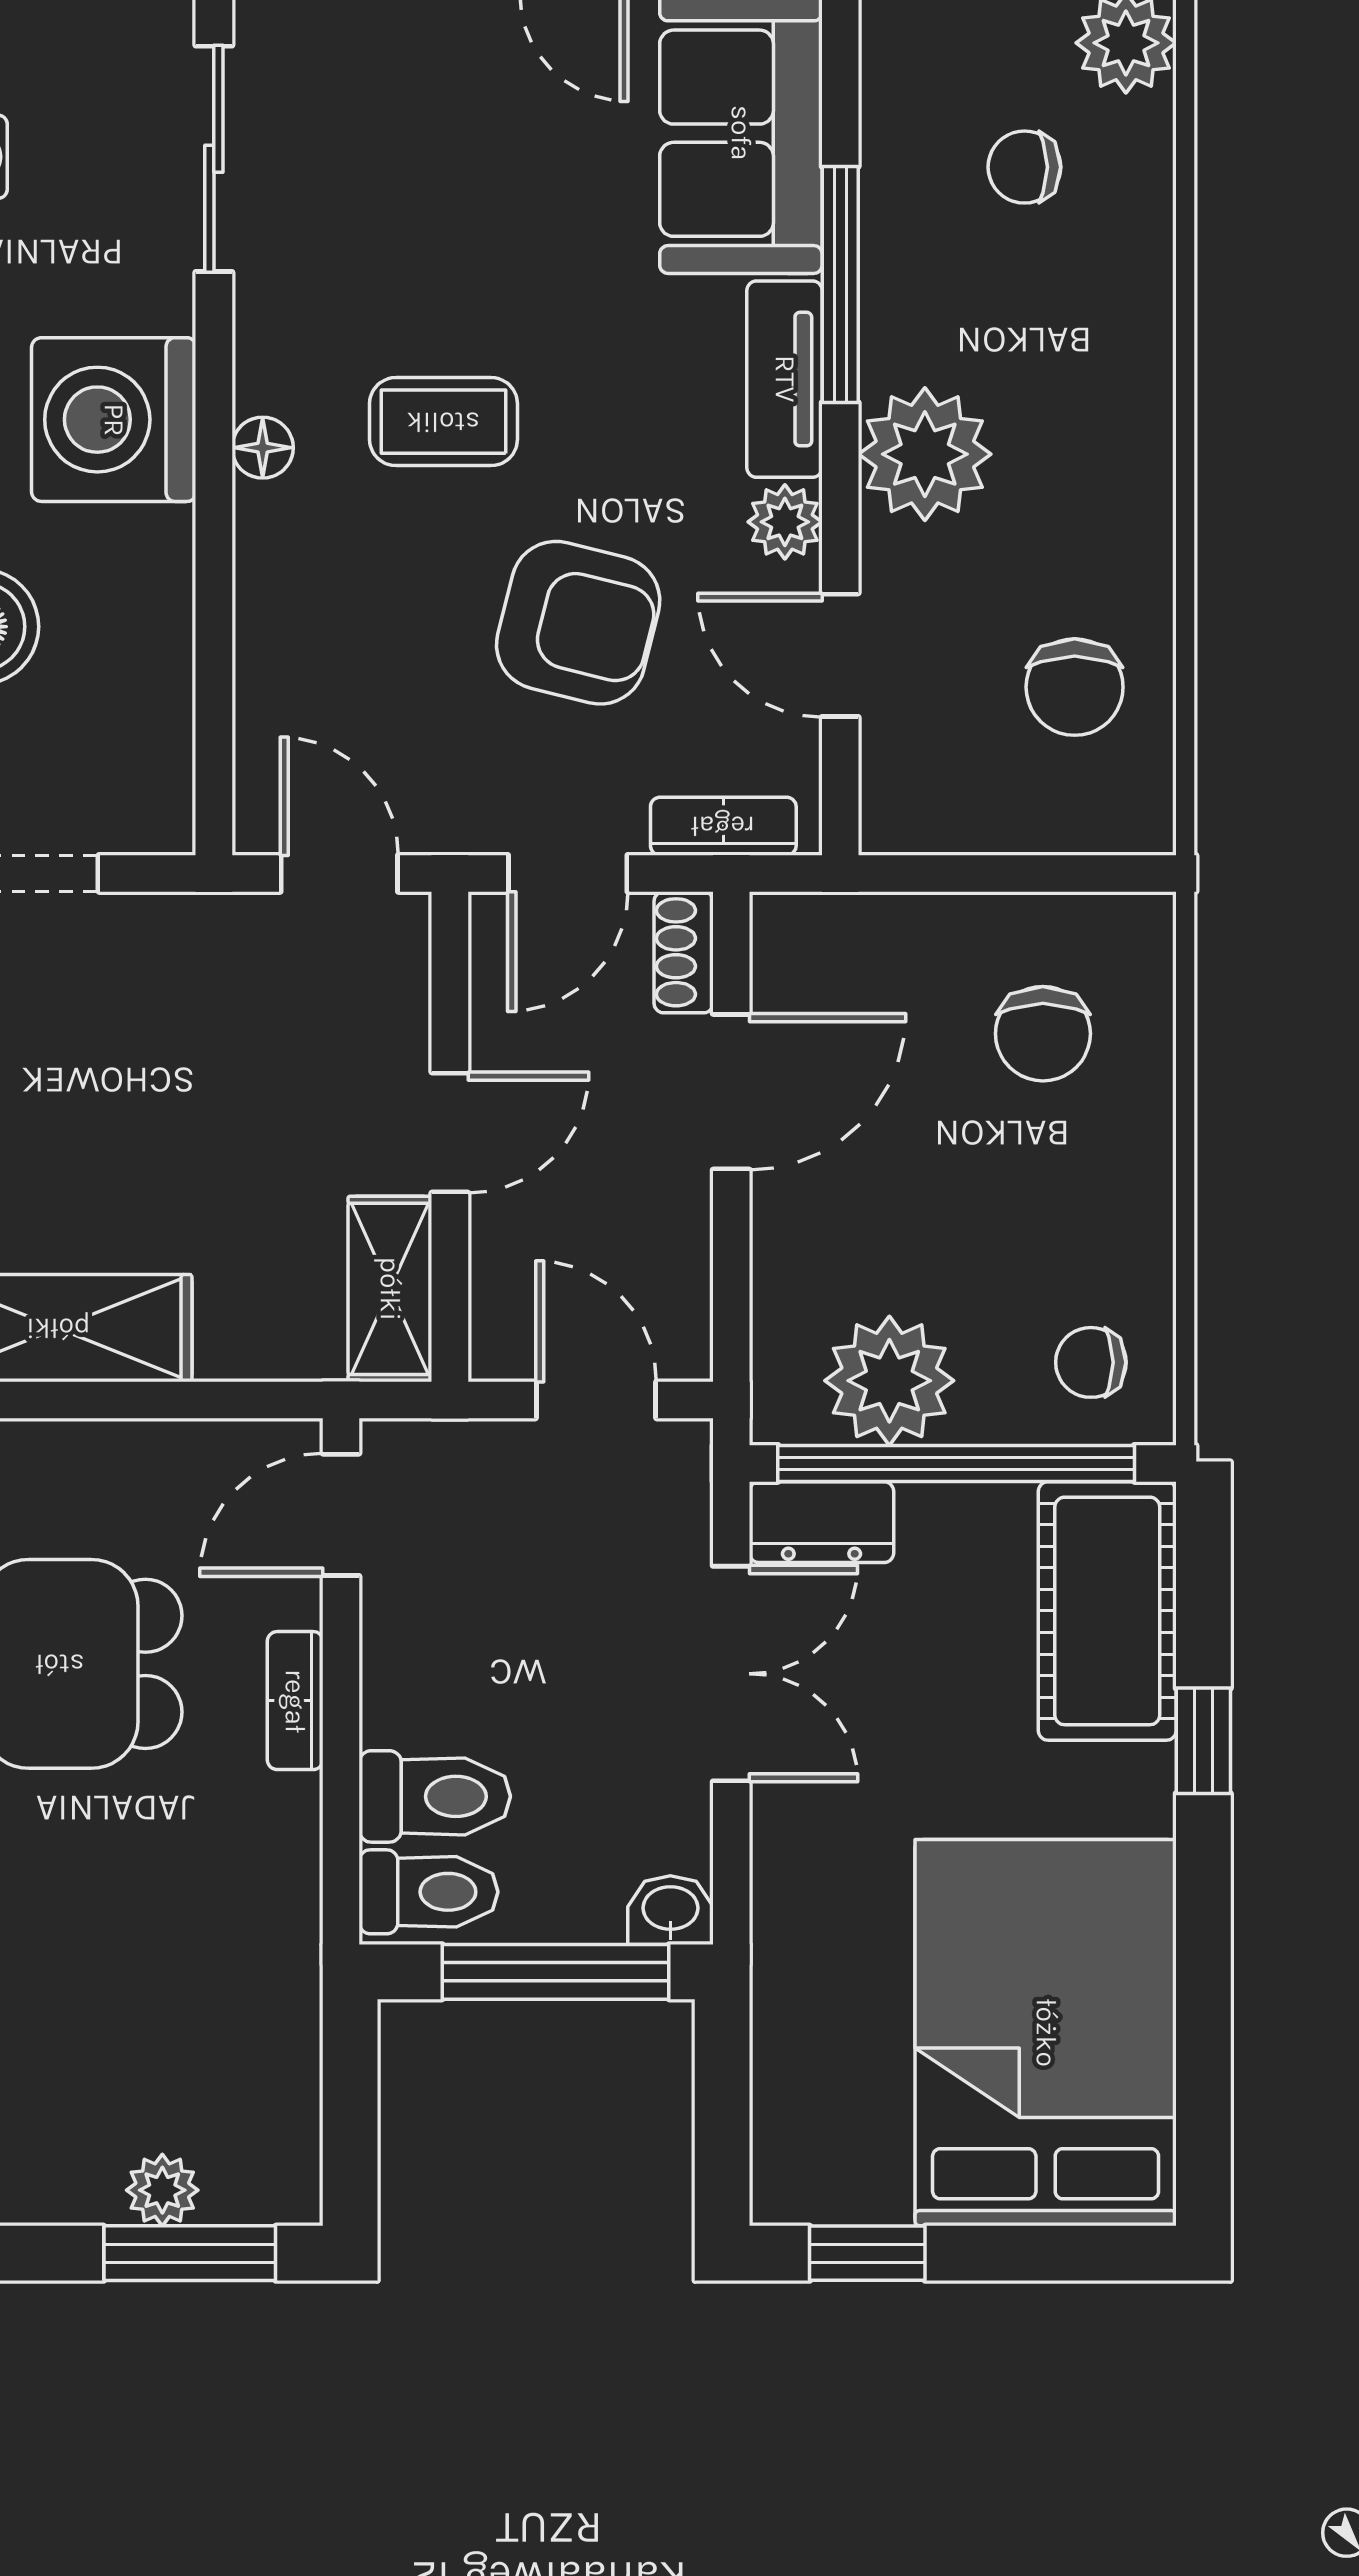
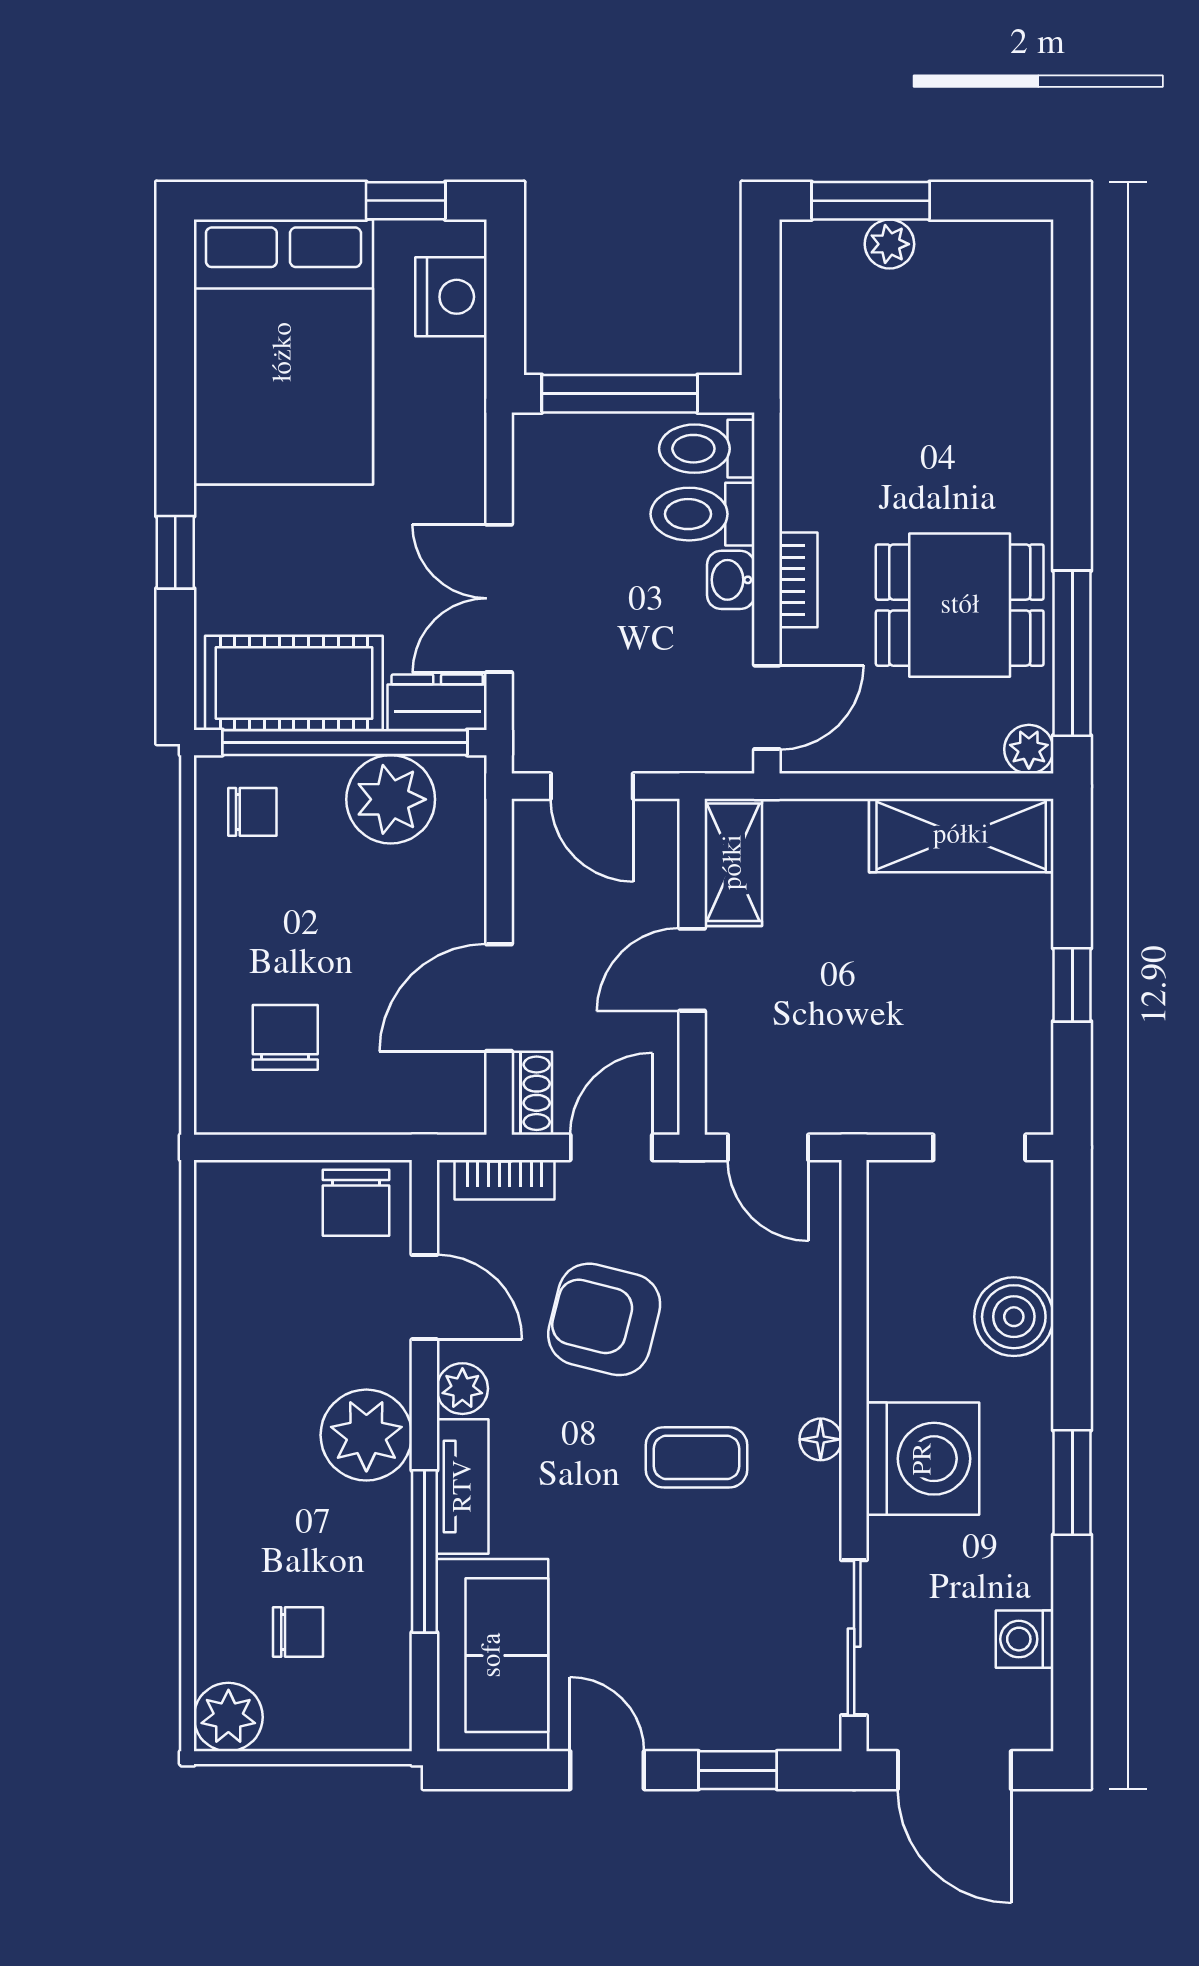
chair: (1075, 687) -> (356, 1203), moved, turned 180
cot: (1107, 1611) -> (294, 683), moved, turned 90
washbasin: (670, 1910) -> (731, 580), moved, turned 90
nightstand: (801, 2113) -> (451, 297), added

